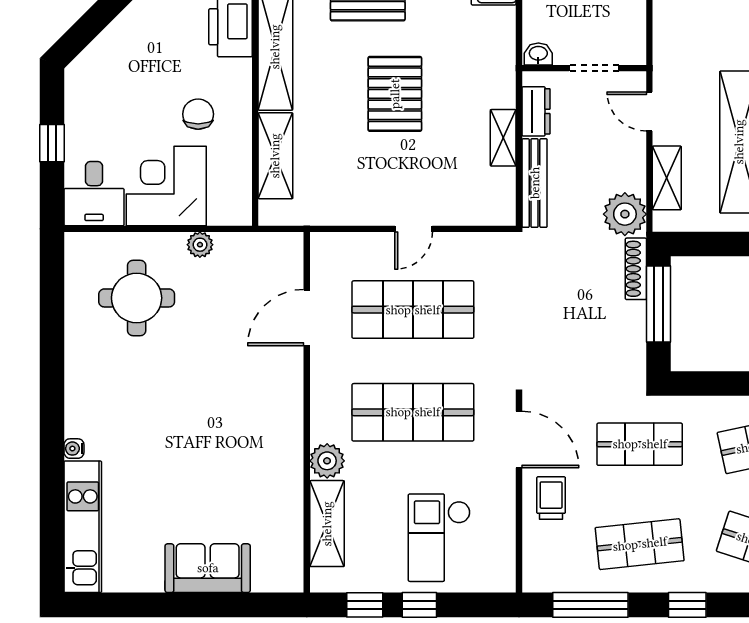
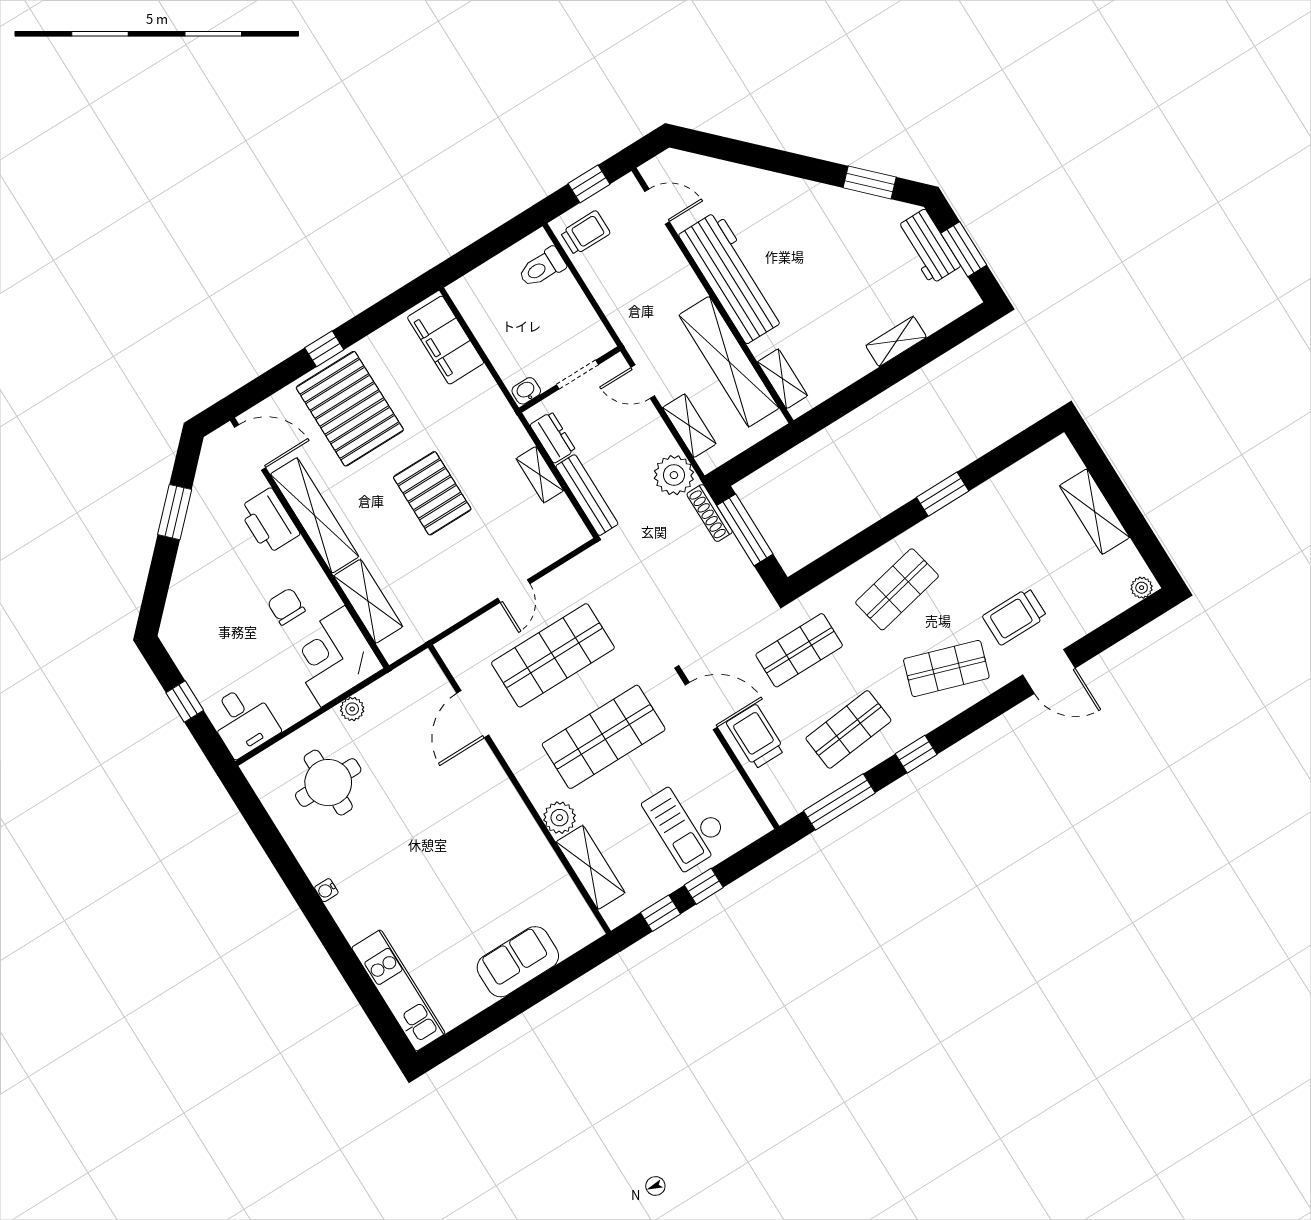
corner desk: (166, 186) -> (333, 656), moved
water cooler: (74, 449) -> (326, 890), moved
trolley: (551, 498) -> (756, 737), width x1.36, depth x1.39

